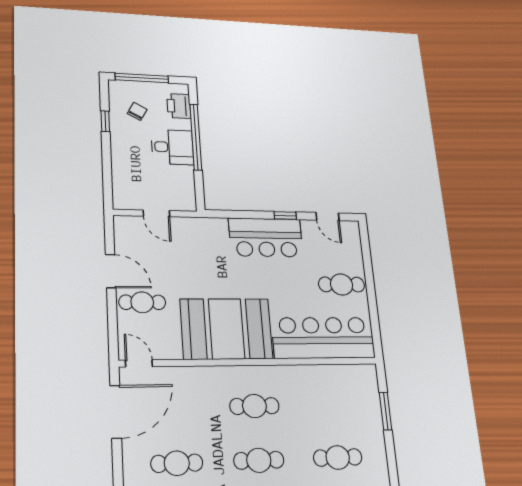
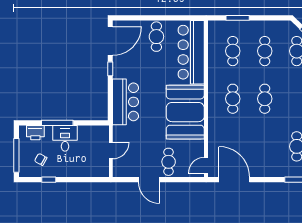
window: (196, 137) -> (57, 123), width x0.68
door: (328, 217) -> (110, 41), width x1.87
bar counter: (266, 237) -> (126, 102), moved
door: (111, 271) -> (149, 180), swing flipped
cafe table: (177, 463) -> (233, 51), moved

